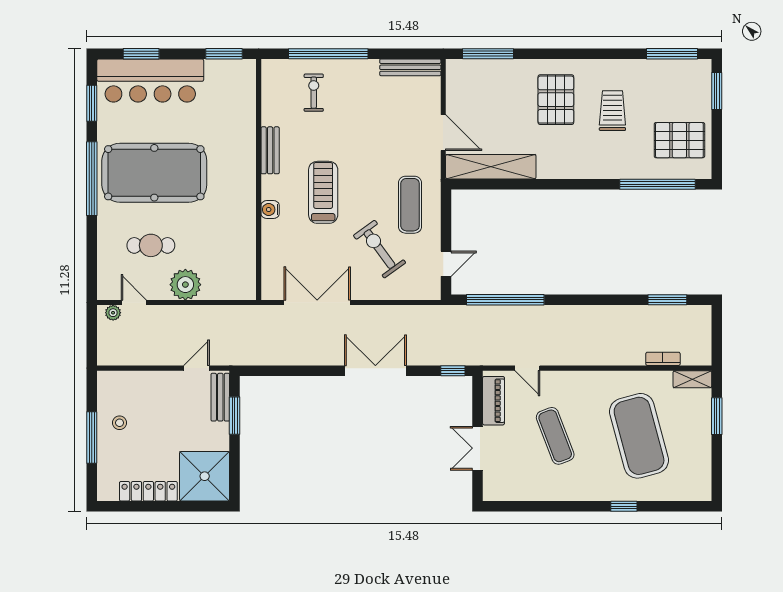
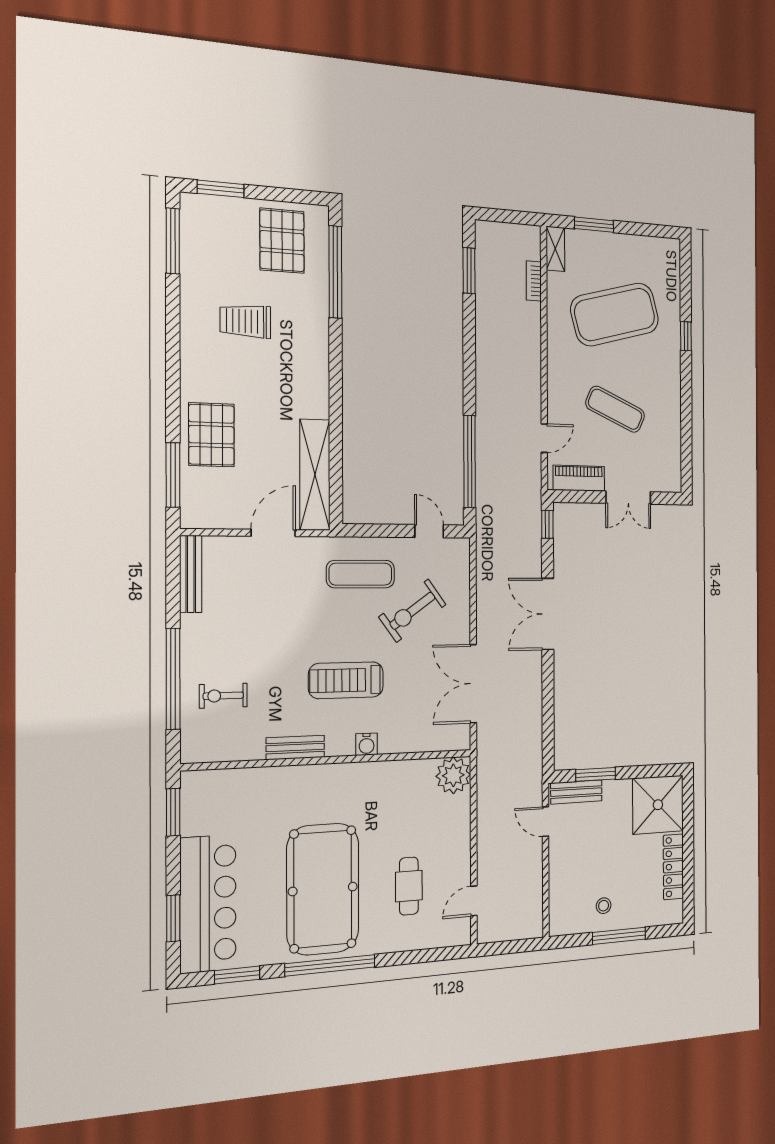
pallet: (556, 100) -> (211, 435), moved, turned 90
plant: (185, 285) -> (453, 775), moved
plant: (113, 313) -> (485, 924), removed
exercise mat: (555, 436) -> (615, 409), turned 45

